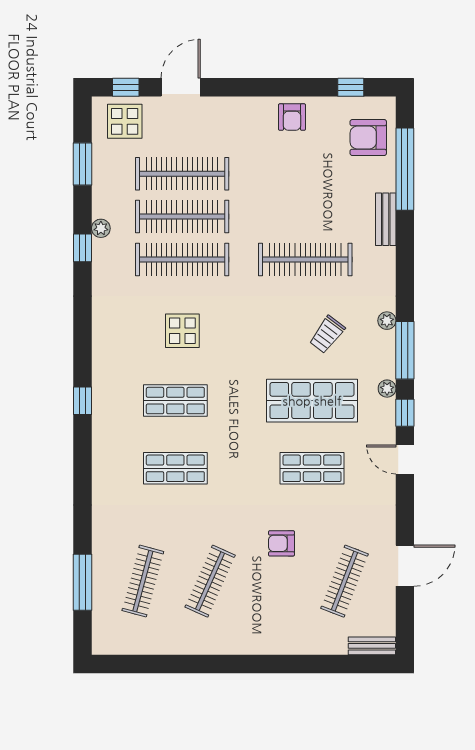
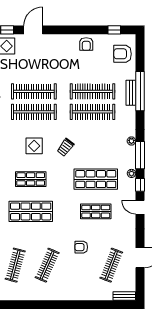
window: (405, 169) -> (140, 91), moved
clothes rail: (182, 174) -> (93, 91), moved
trolley: (327, 334) -> (65, 147), moved
shop shelf: (175, 468) -> (31, 211), width x1.43, depth x1.36

